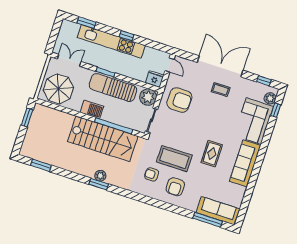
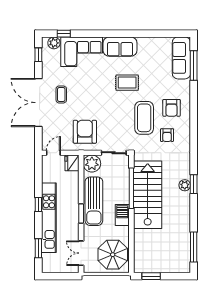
sofa: (245, 163) -> (120, 47), width x0.73
window: (41, 165) -> (194, 247), width x1.44
armchair: (175, 187) -> (172, 108), turned 90

